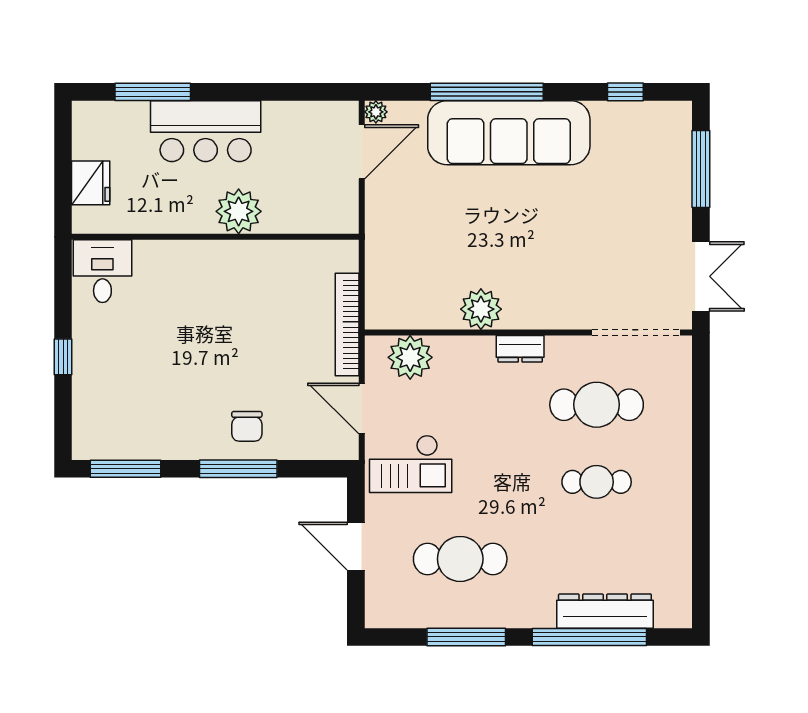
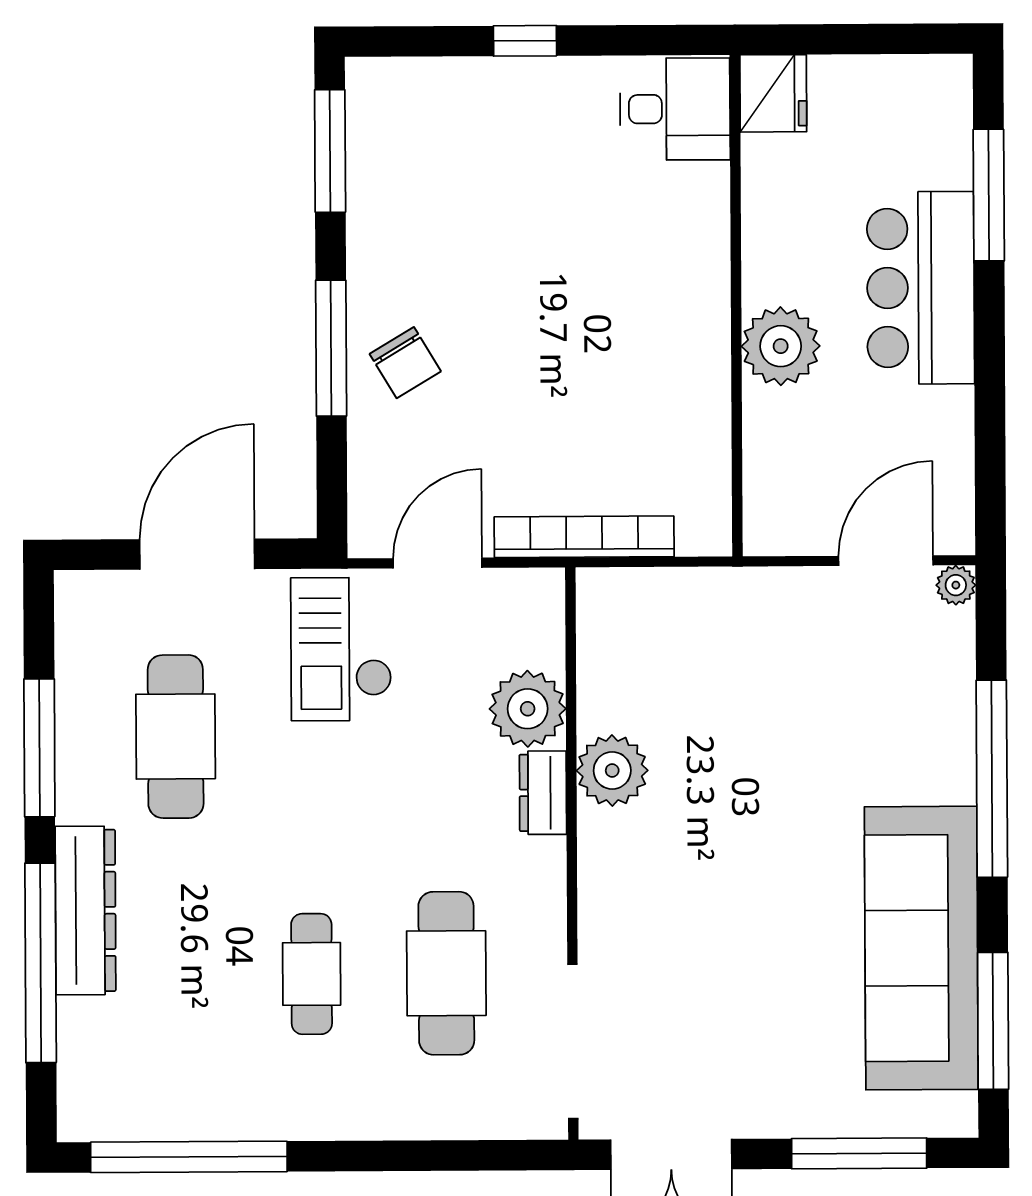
window: (625, 92) -> (993, 1021), width x2.17
sofa: (509, 133) -> (921, 948), moved
door: (362, 152) -> (886, 561), swing flipped
fridge: (91, 183) -> (773, 93), moved, turned -90
dresser: (520, 349) -> (543, 793), moved
plant: (410, 357) -> (528, 709), moved
chair: (247, 426) -> (405, 363), turned -121
door: (356, 546) -> (197, 554), width x1.36
window: (701, 553) -> (189, 1157), added
dresser: (605, 611) -> (85, 910), moved

